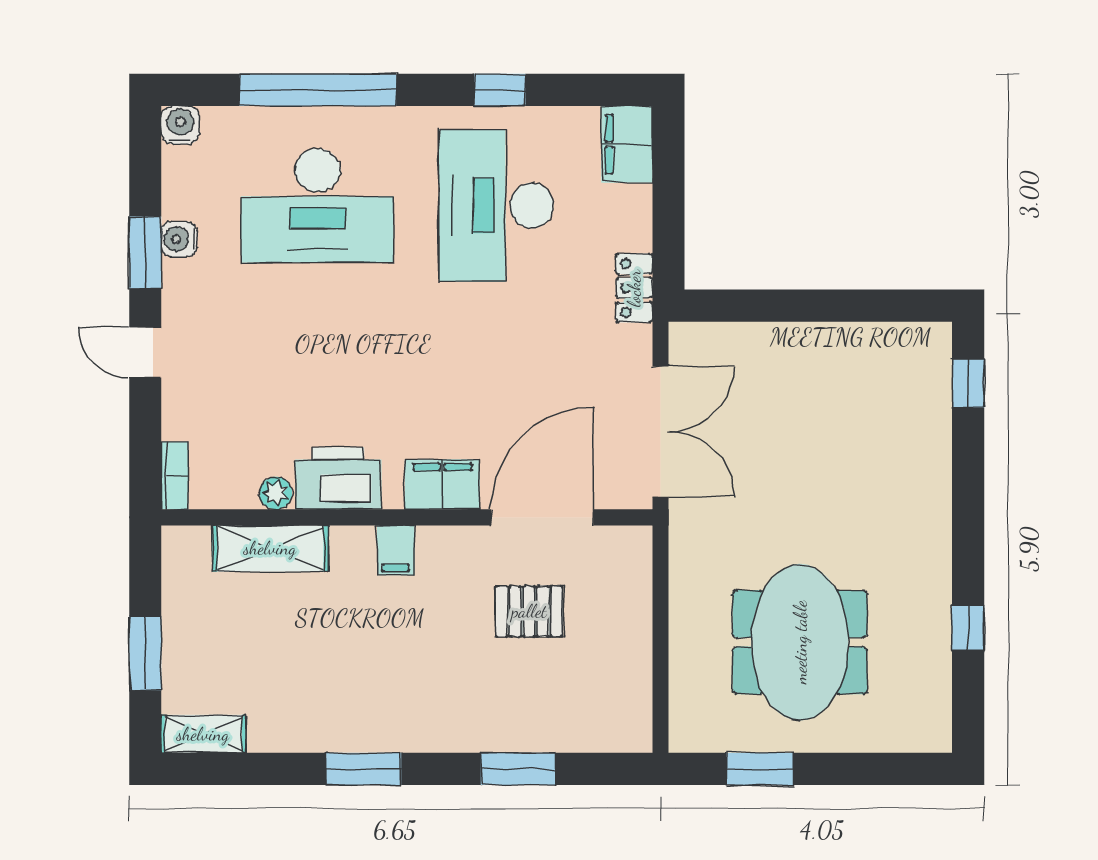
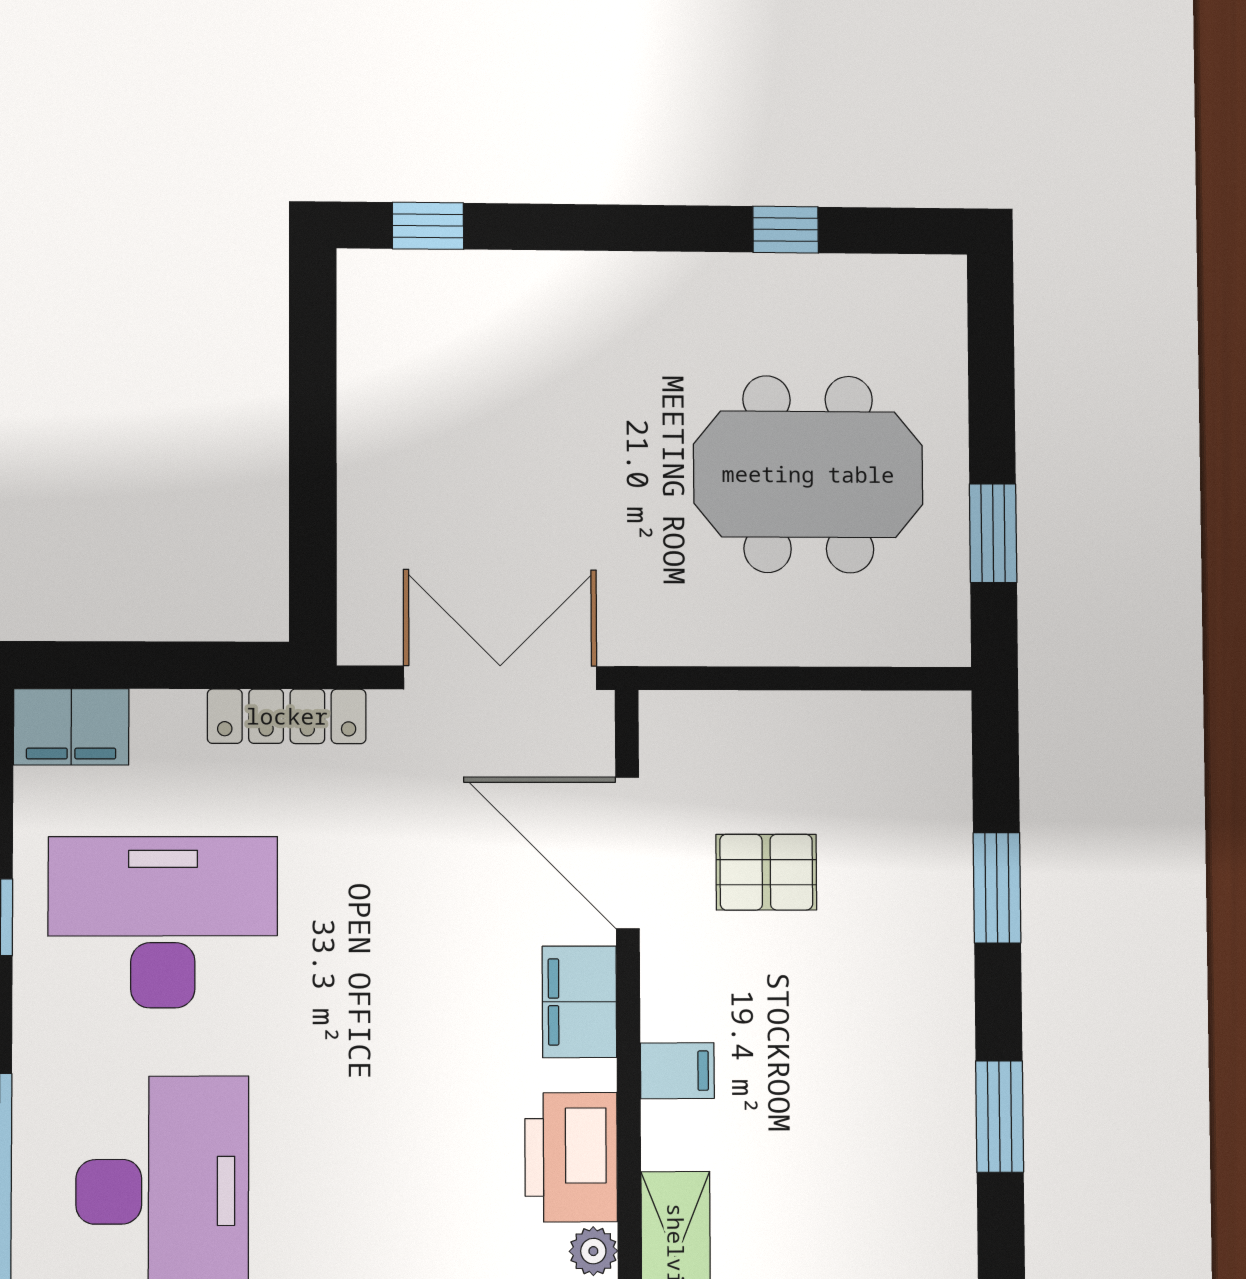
desk: (496, 206) -> (163, 922), turned 180
locker: (634, 288) -> (287, 716), width x1.53
pallet: (529, 611) -> (766, 872), turned 90

